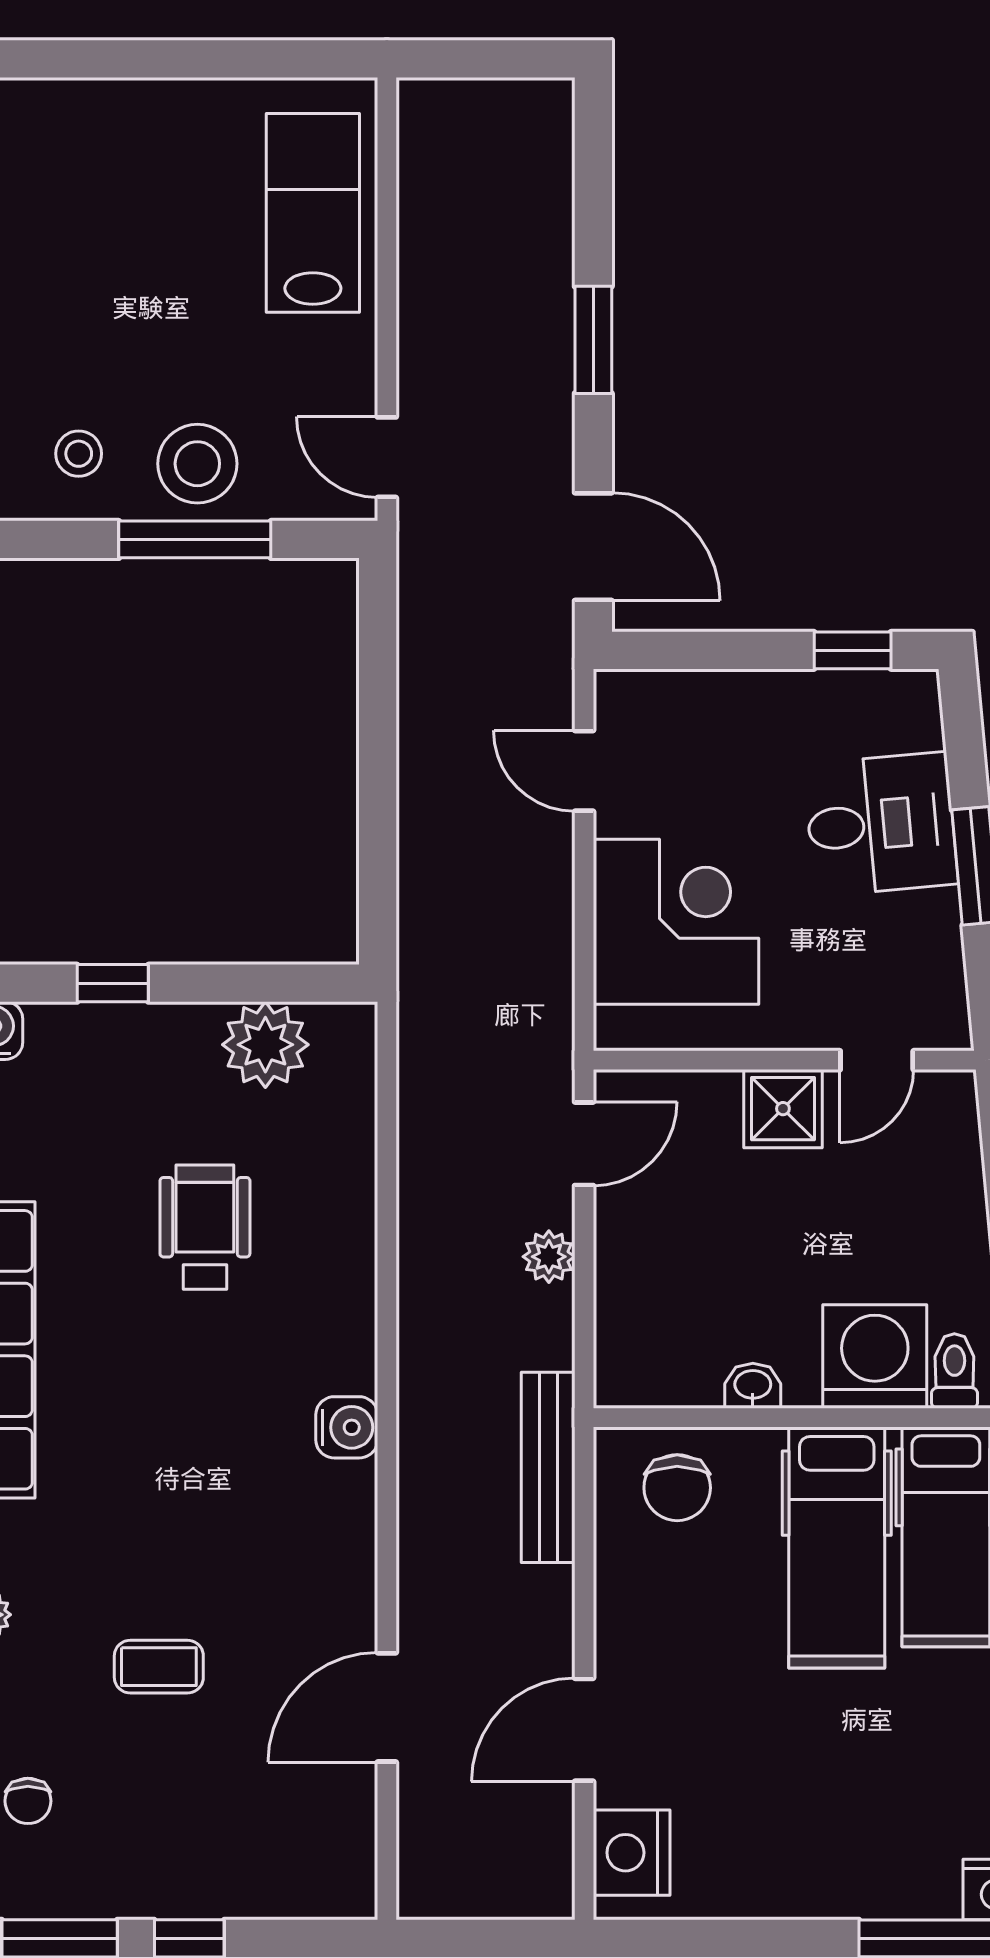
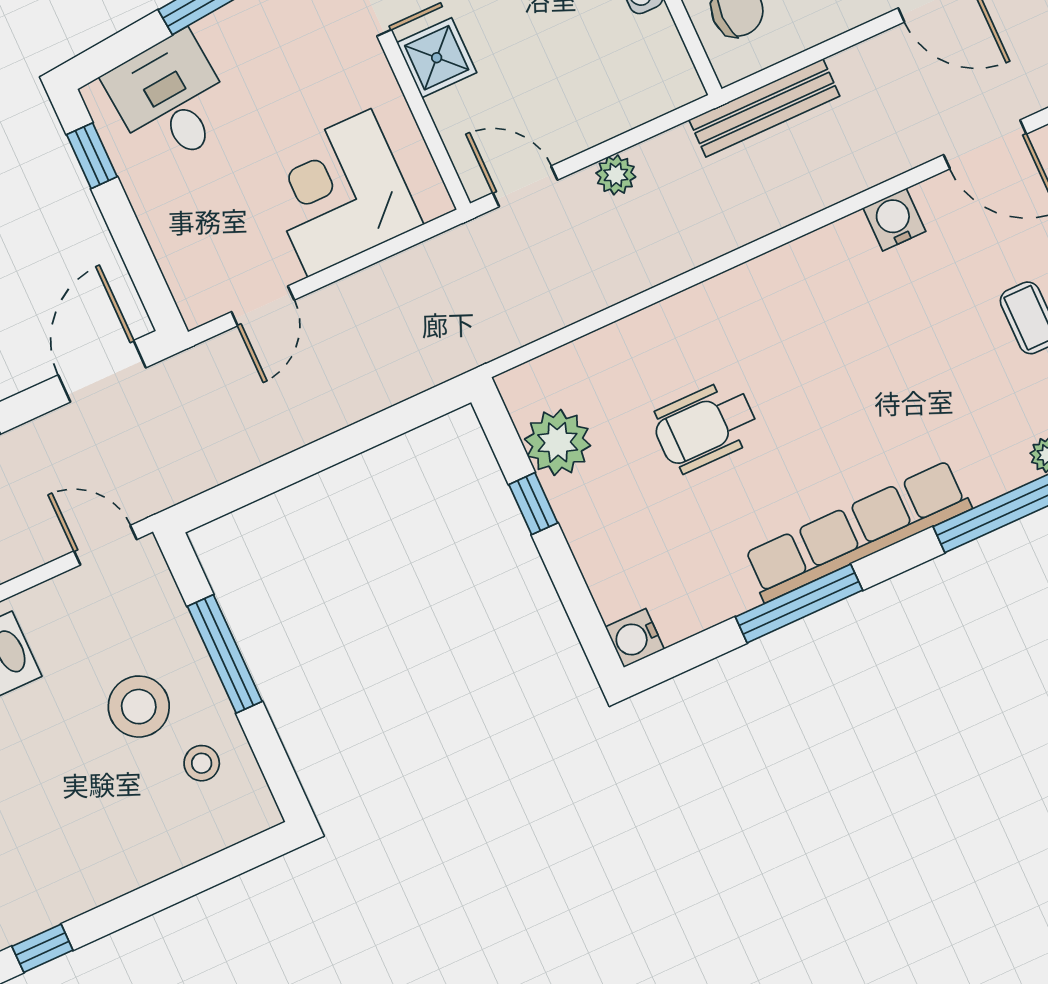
door: (387, 457) -> (105, 545), swing flipped
stool: (197, 464) -> (139, 707), moved
desk: (881, 824) -> (171, 100), moved
window: (113, 983) -> (533, 504), moved
water cooler: (347, 1427) -> (894, 220), moved

